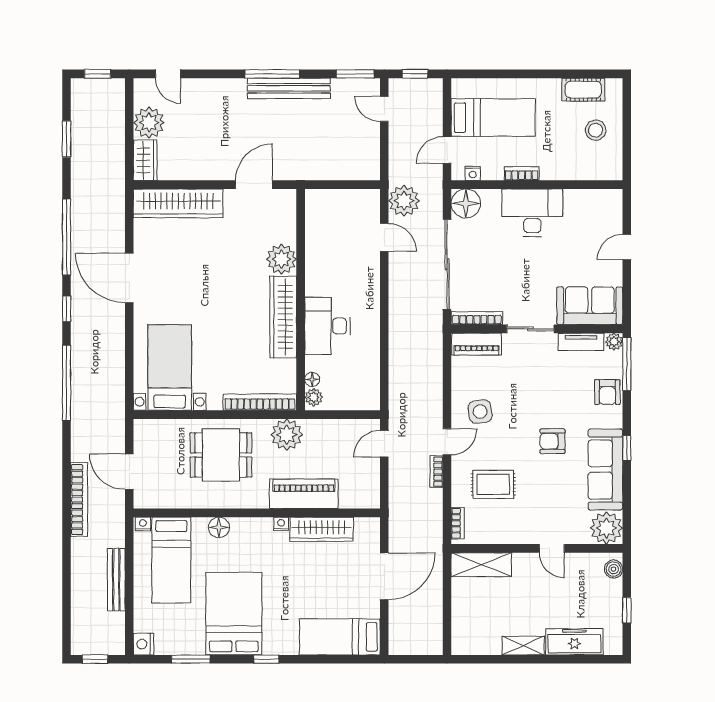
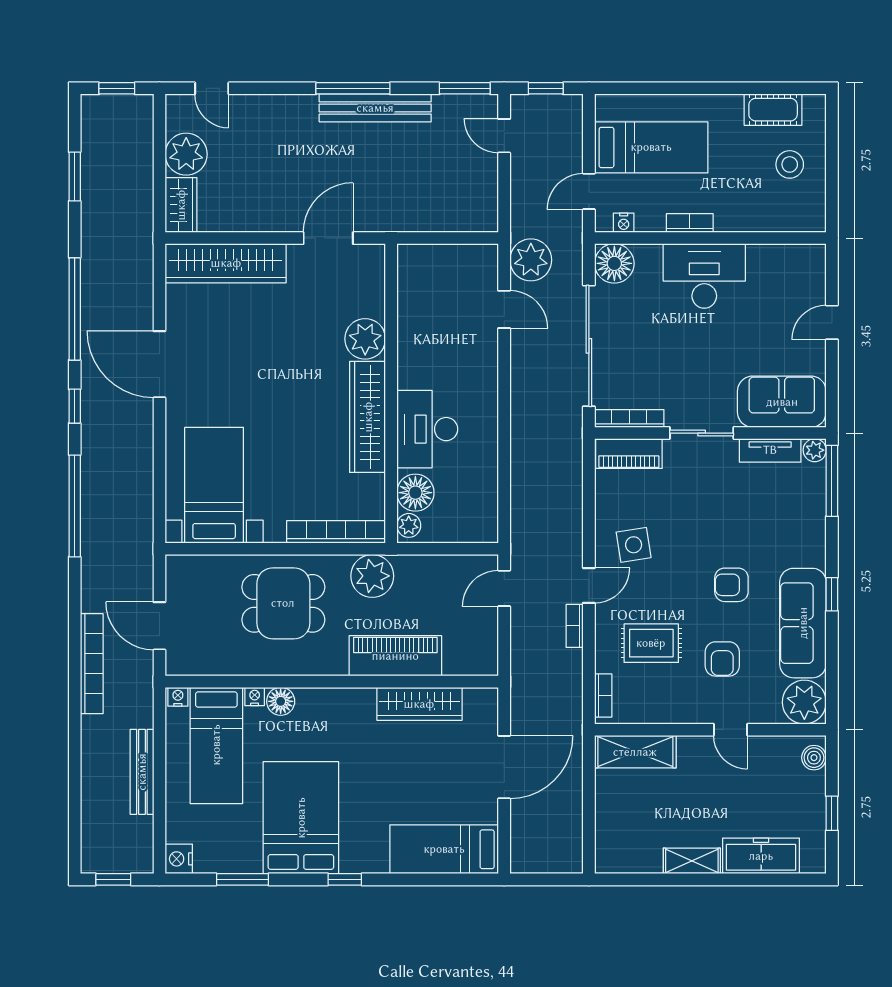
floor lamp: (312, 379) -> (415, 493), width x1.89, depth x1.89
armchair: (607, 392) -> (722, 659), moved
nightstand: (281, 524) -> (255, 697), moved

